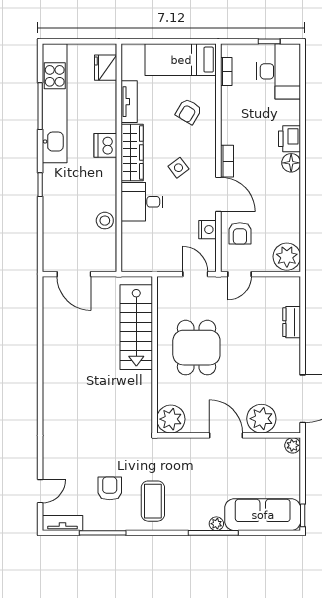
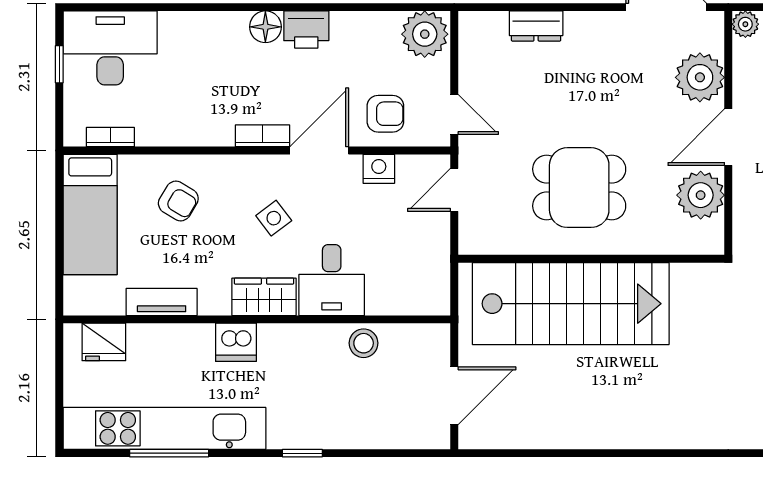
printer: (290, 139) -> (306, 30), moved
wardrobe: (132, 152) -> (264, 297), width x0.67
stairs: (136, 327) -> (571, 304), width x1.36, depth x1.51
plant: (171, 419) -> (701, 195), moved

